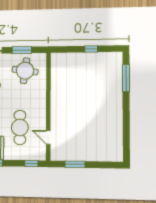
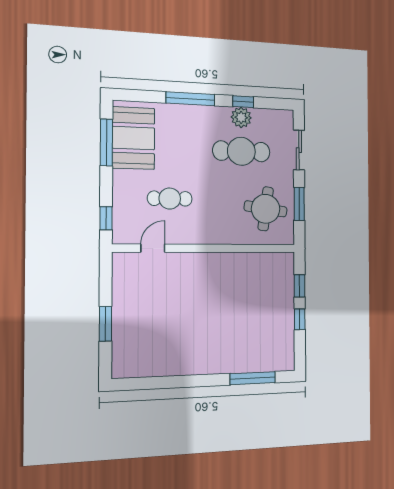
window: (71, 49) -> (300, 286), added
cafe table: (20, 127) -> (170, 199), width x0.73, depth x0.74
window: (75, 164) -> (105, 324), moved

